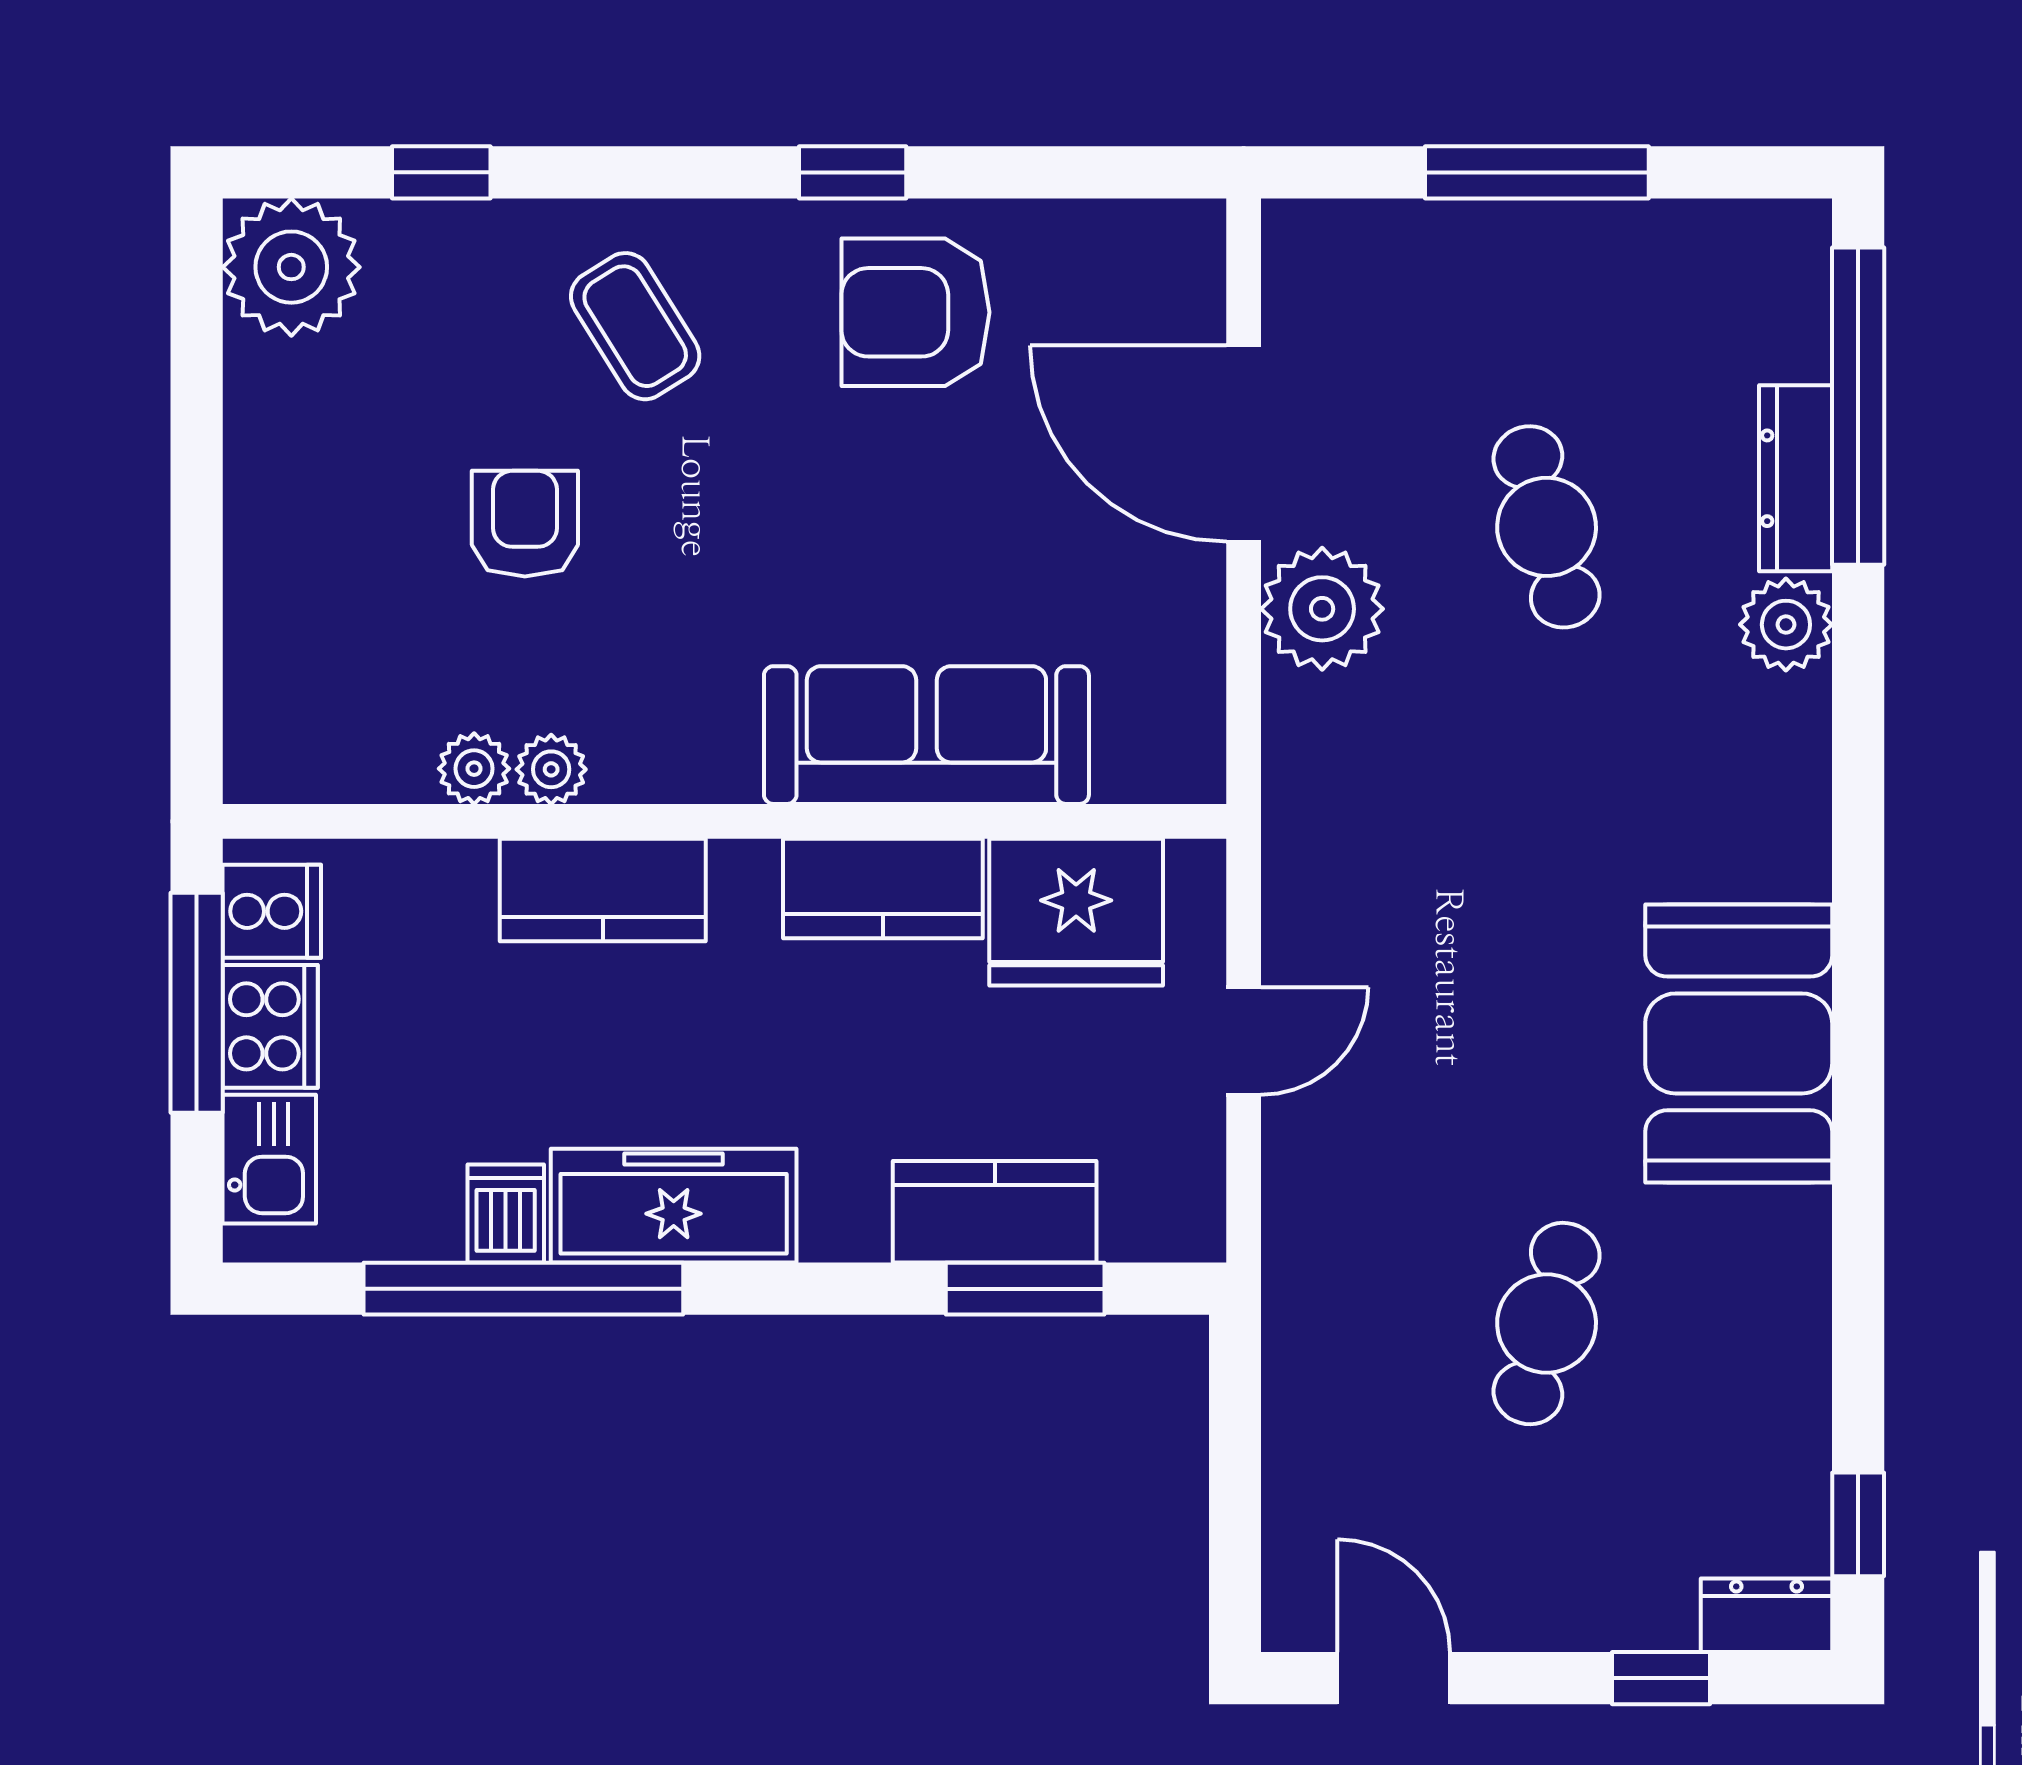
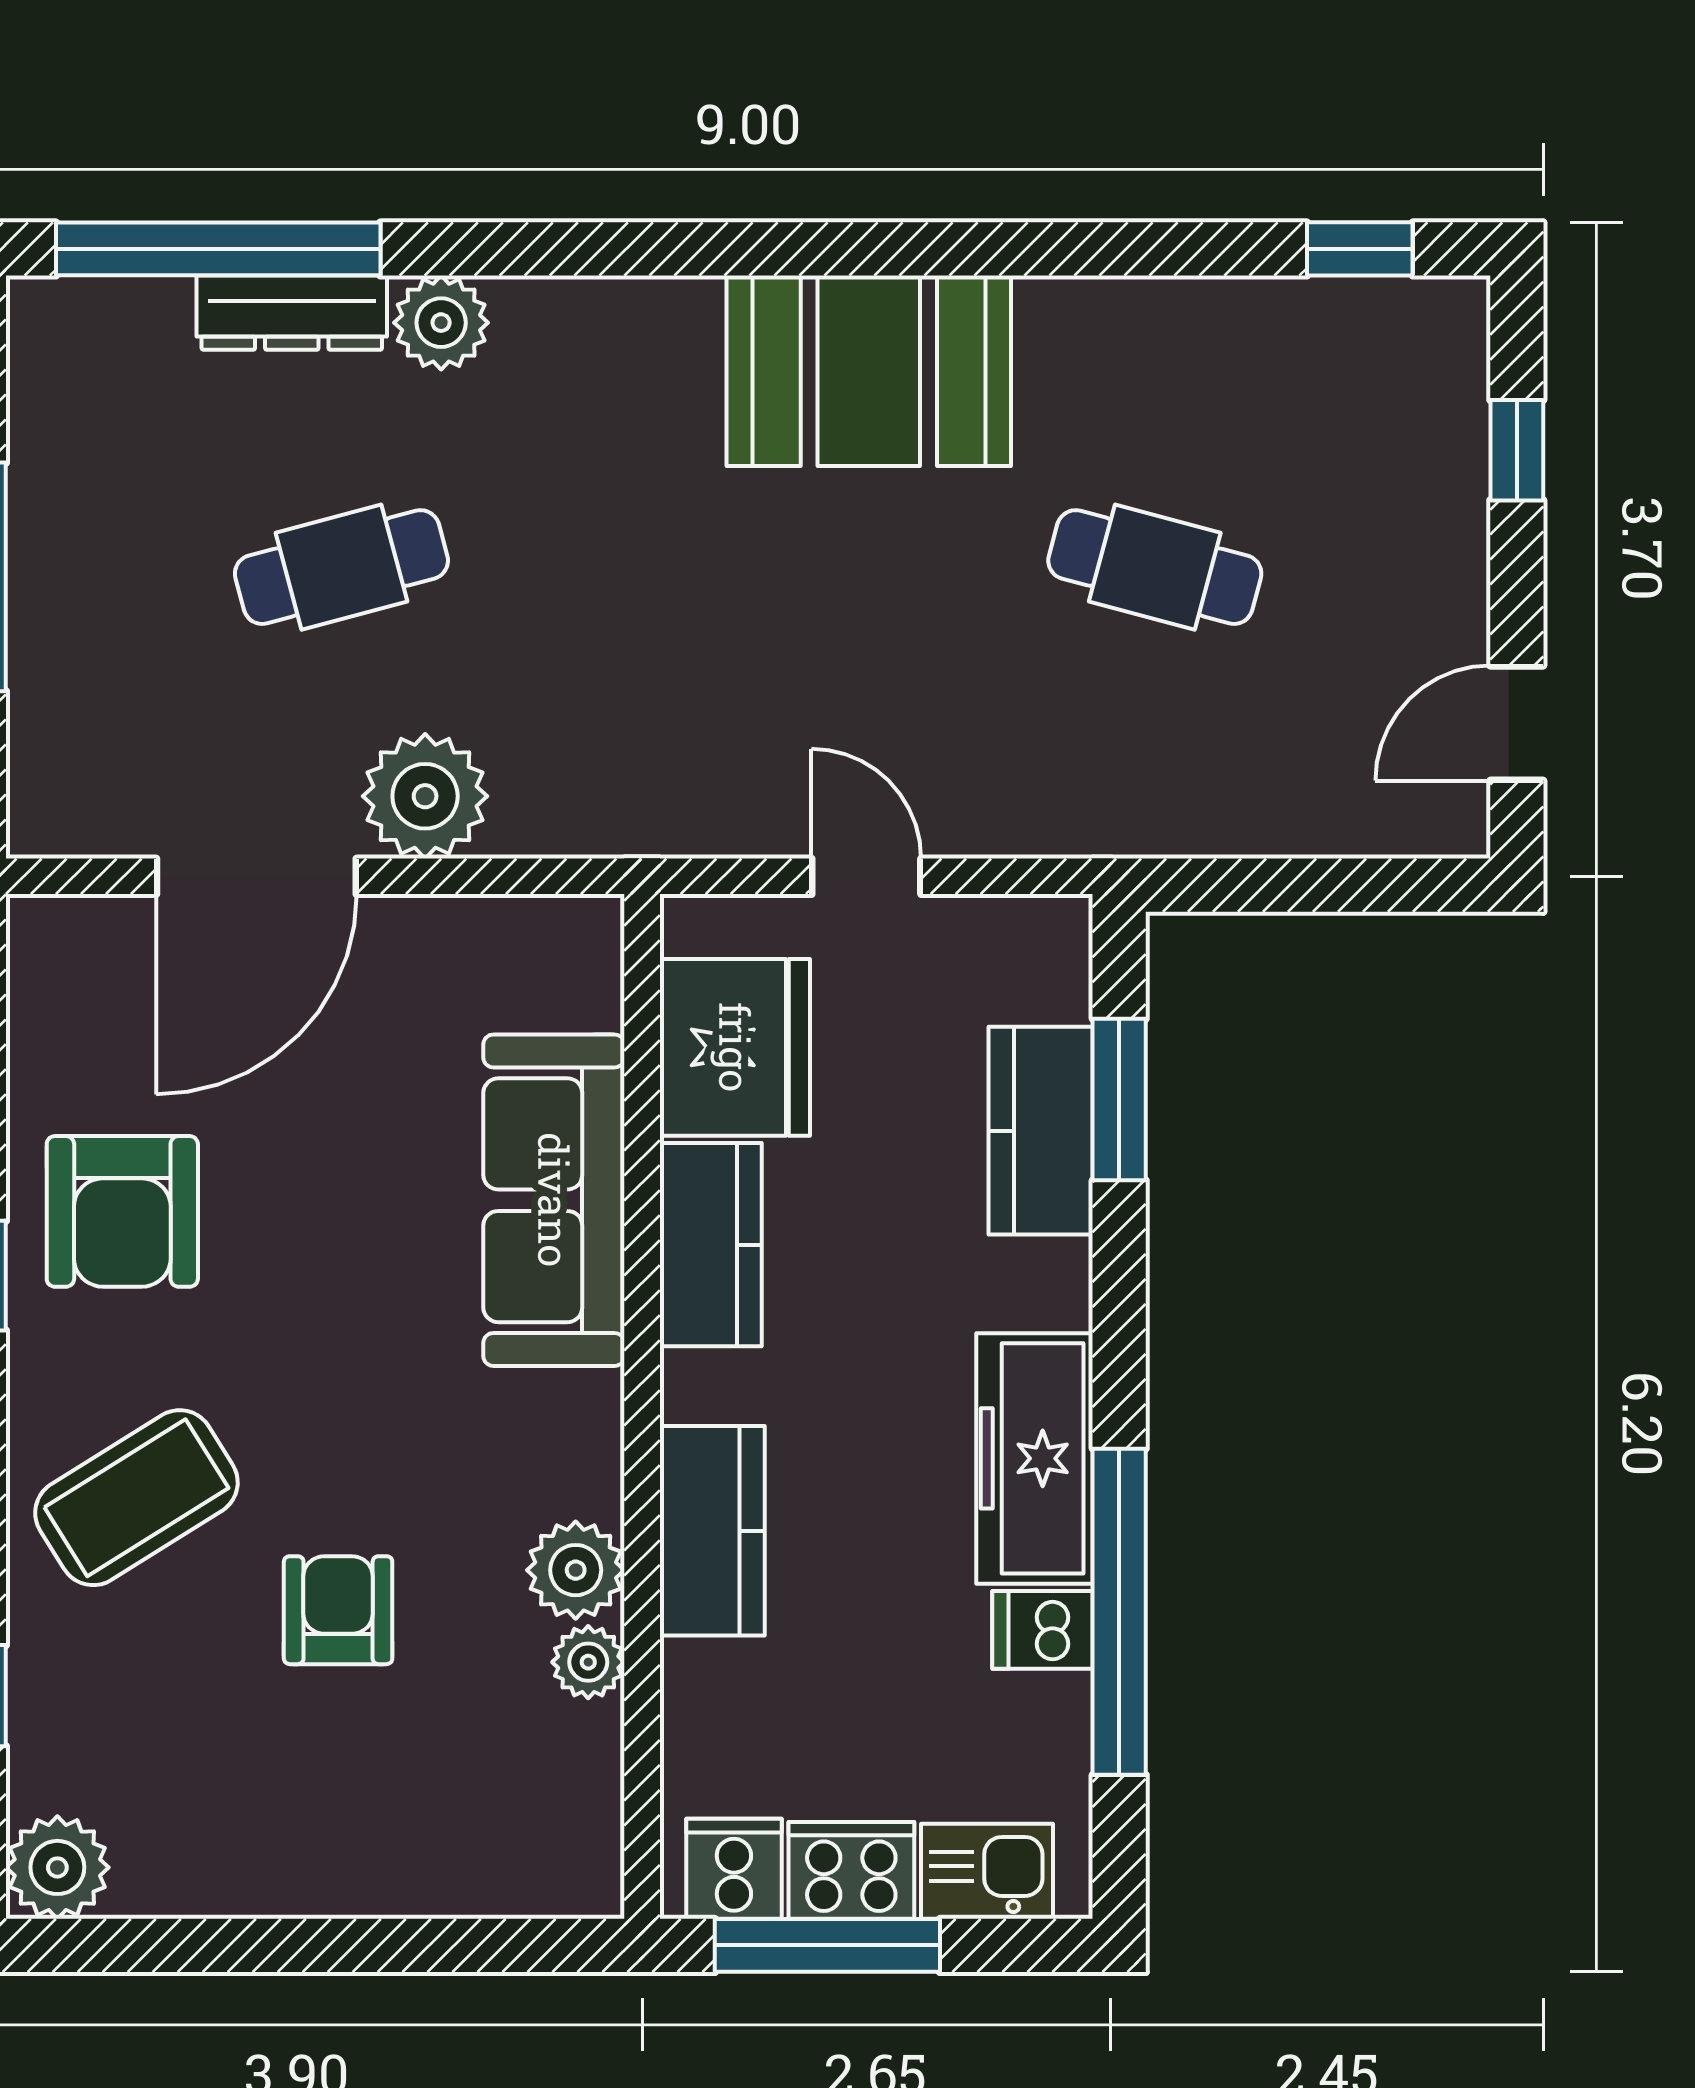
plant: (291, 267) -> (57, 1867), width x0.73, depth x0.73
coffee table: (635, 326) -> (136, 1498), width x1.36, depth x1.30
armchair: (525, 524) -> (338, 1610), turned 90
plant: (551, 769) -> (576, 1570), width x1.38, depth x1.38
dresser: (1766, 1615) -> (1453, 342), removed

